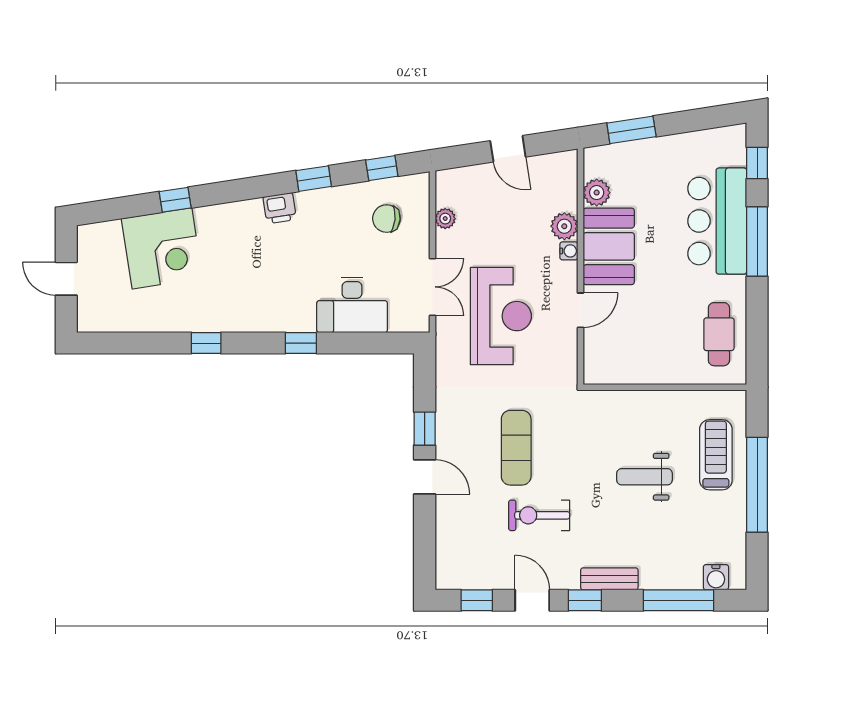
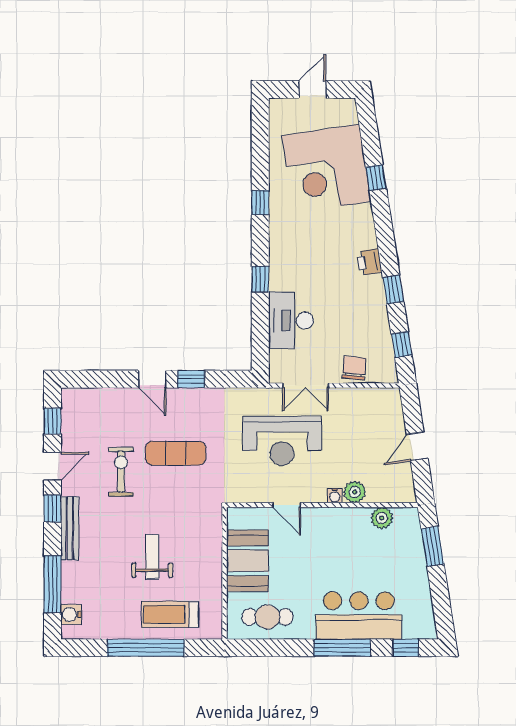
chair: (386, 219) -> (354, 368), moved
plant: (445, 219) -> (361, 396), removed
booth: (609, 246) -> (247, 561), moved, turned 90
corner desk: (162, 248) -> (326, 168), width x1.36, depth x1.36
treadmill: (716, 455) -> (170, 614), turned 180
door: (425, 477) -> (152, 379), hinge flipped
bench: (609, 579) -> (70, 528), width x1.36

